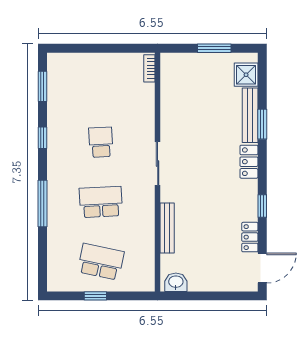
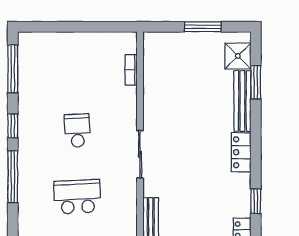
bookcase: (149, 68) -> (131, 70), moved
window: (42, 86) -> (13, 69), width x1.44
window: (262, 124) -> (256, 82), moved
window: (42, 204) -> (13, 177), moved

